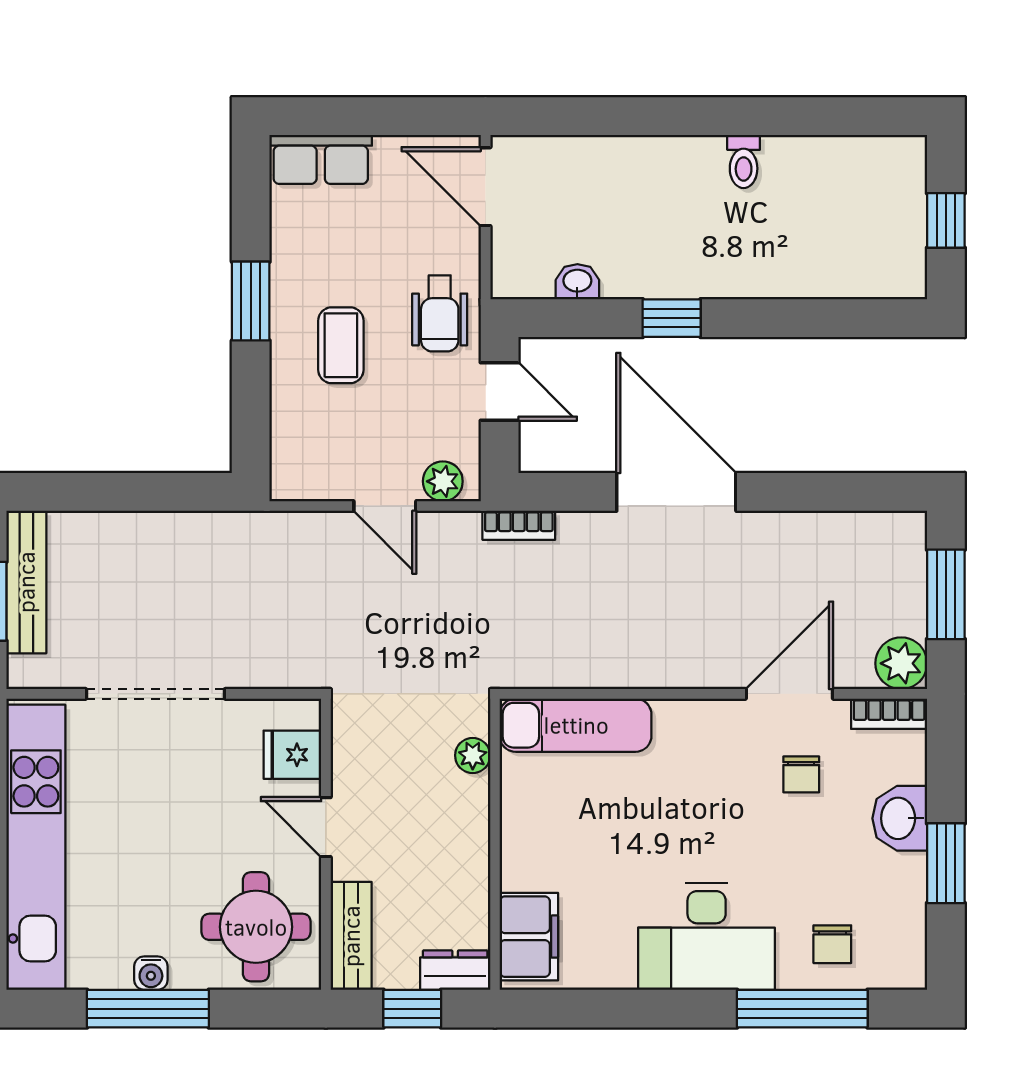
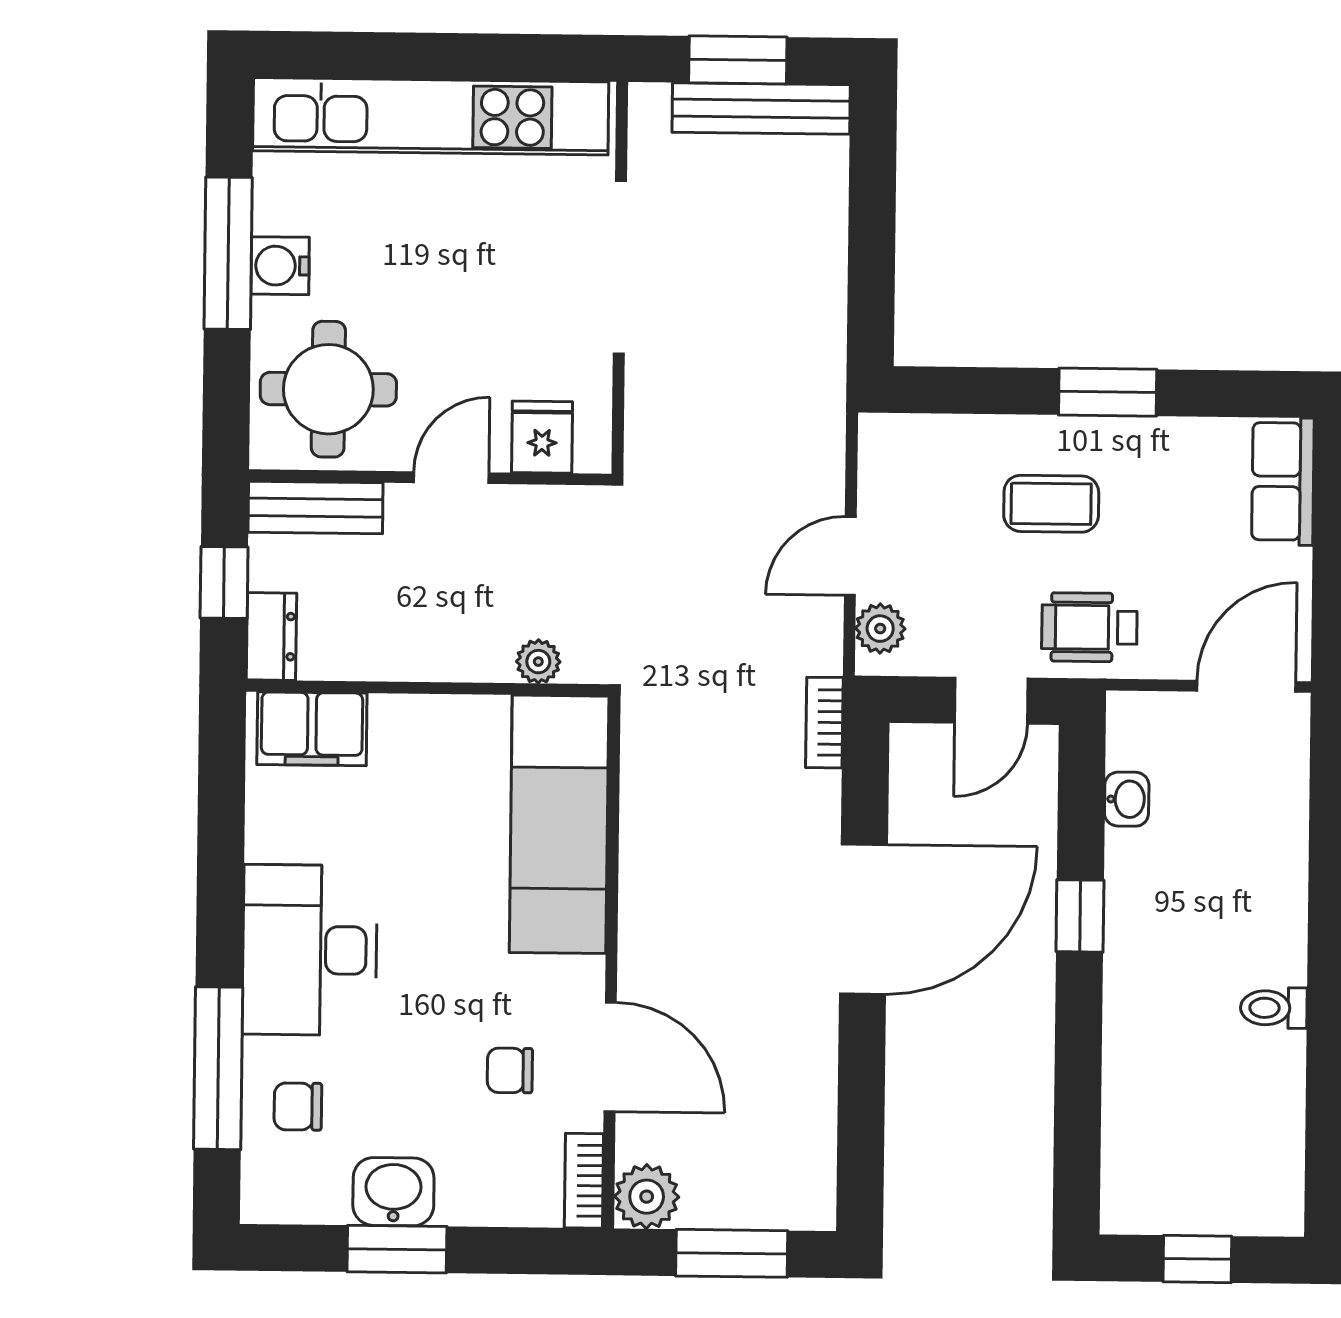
exam couch: (576, 725) -> (559, 824), width x1.36, depth x1.45
washbasin: (900, 818) -> (393, 1192), moved
water cooler: (151, 973) -> (280, 266), width x1.38, depth x1.38

